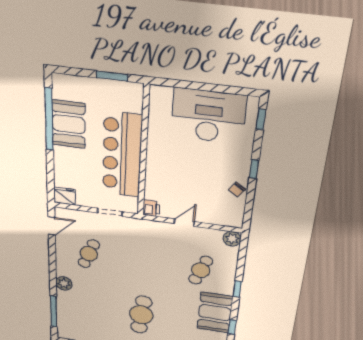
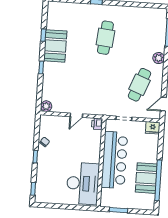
desk: (208, 116) -> (83, 183), moved, turned -90
cafe table: (89, 254) -> (140, 85), width x1.37, depth x1.35
cafe table: (201, 270) -> (65, 80), removed

